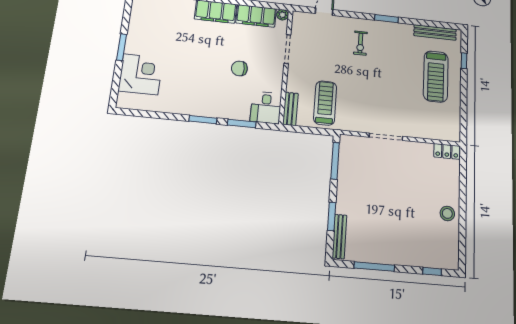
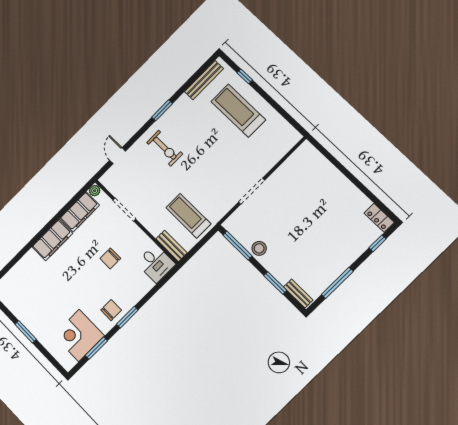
exercise bike: (360, 43) -> (165, 148), width x1.38, depth x1.39
corner desk: (141, 74) -> (79, 335), moved, turned -90
treadmill: (436, 76) -> (238, 111), turned 180
chair: (198, 102) -> (111, 310), added
window: (242, 124) -> (96, 348), moved
locker: (447, 151) -> (379, 218), moved, turned 90
stool: (447, 213) -> (259, 248), moved
bench: (339, 236) -> (298, 294), width x0.73

